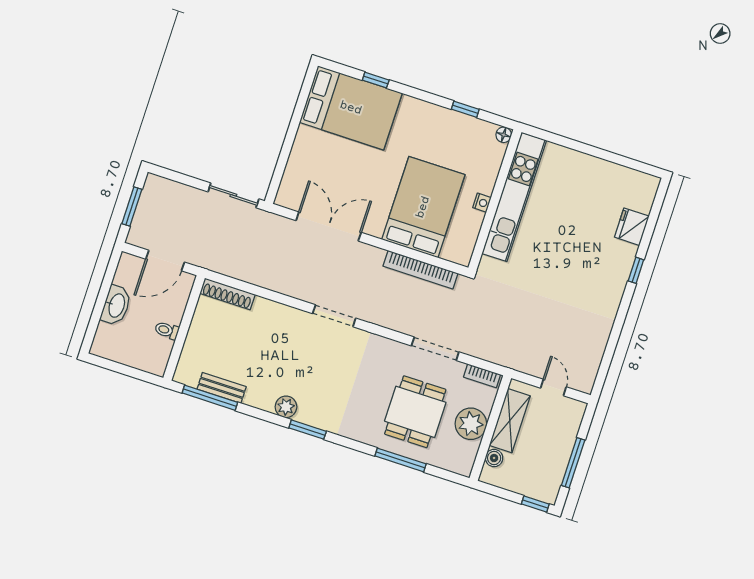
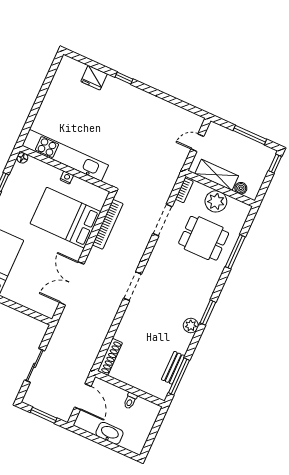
sliding door: (233, 195) -> (35, 365), moved

